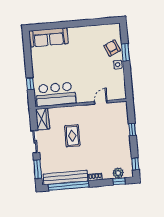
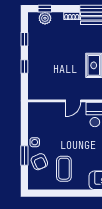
coffee table: (90, 44) -> (64, 169), added
door: (101, 102) -> (73, 101), moved
window: (135, 164) -> (24, 39), moved

